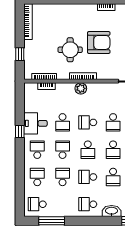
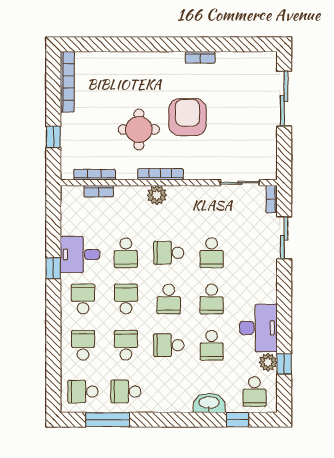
armchair: (99, 42) -> (187, 117), turned -90
school desk: (88, 204) -> (126, 391), moved

